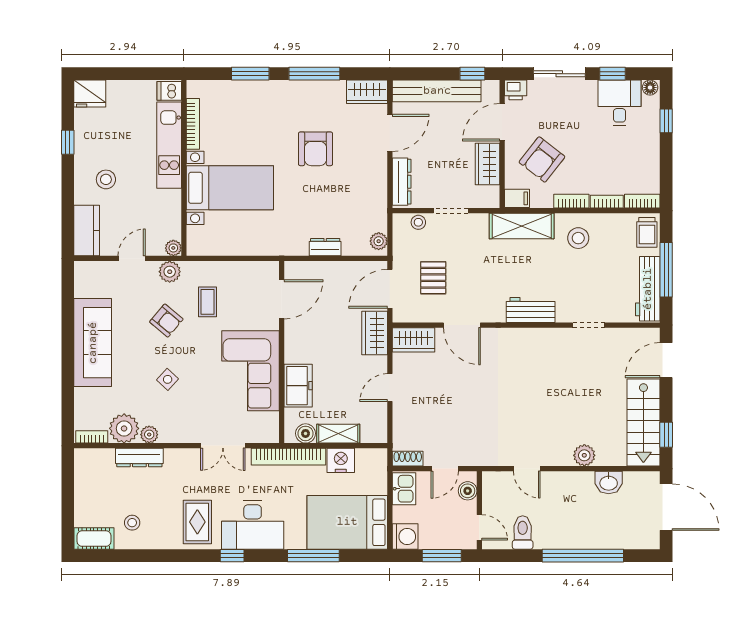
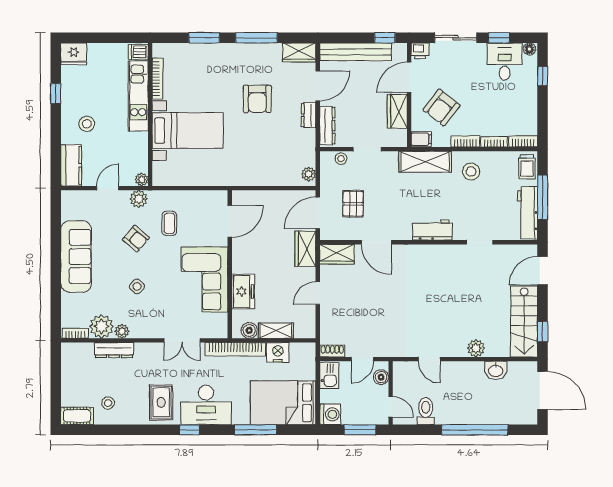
dresser: (325, 247) -> (309, 115), moved, turned -90

